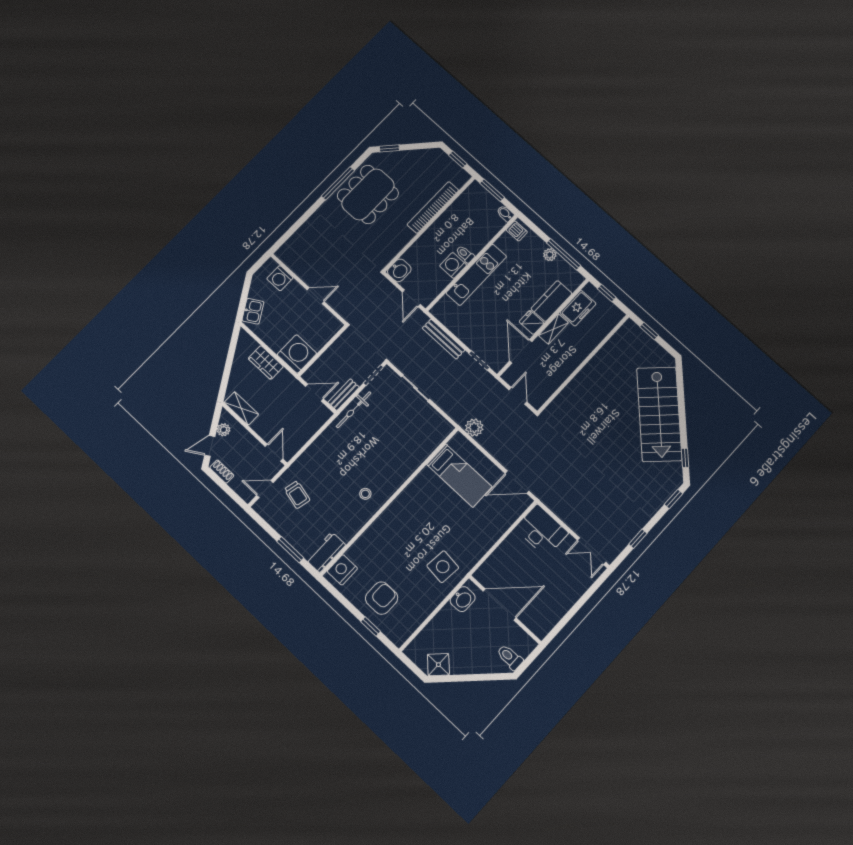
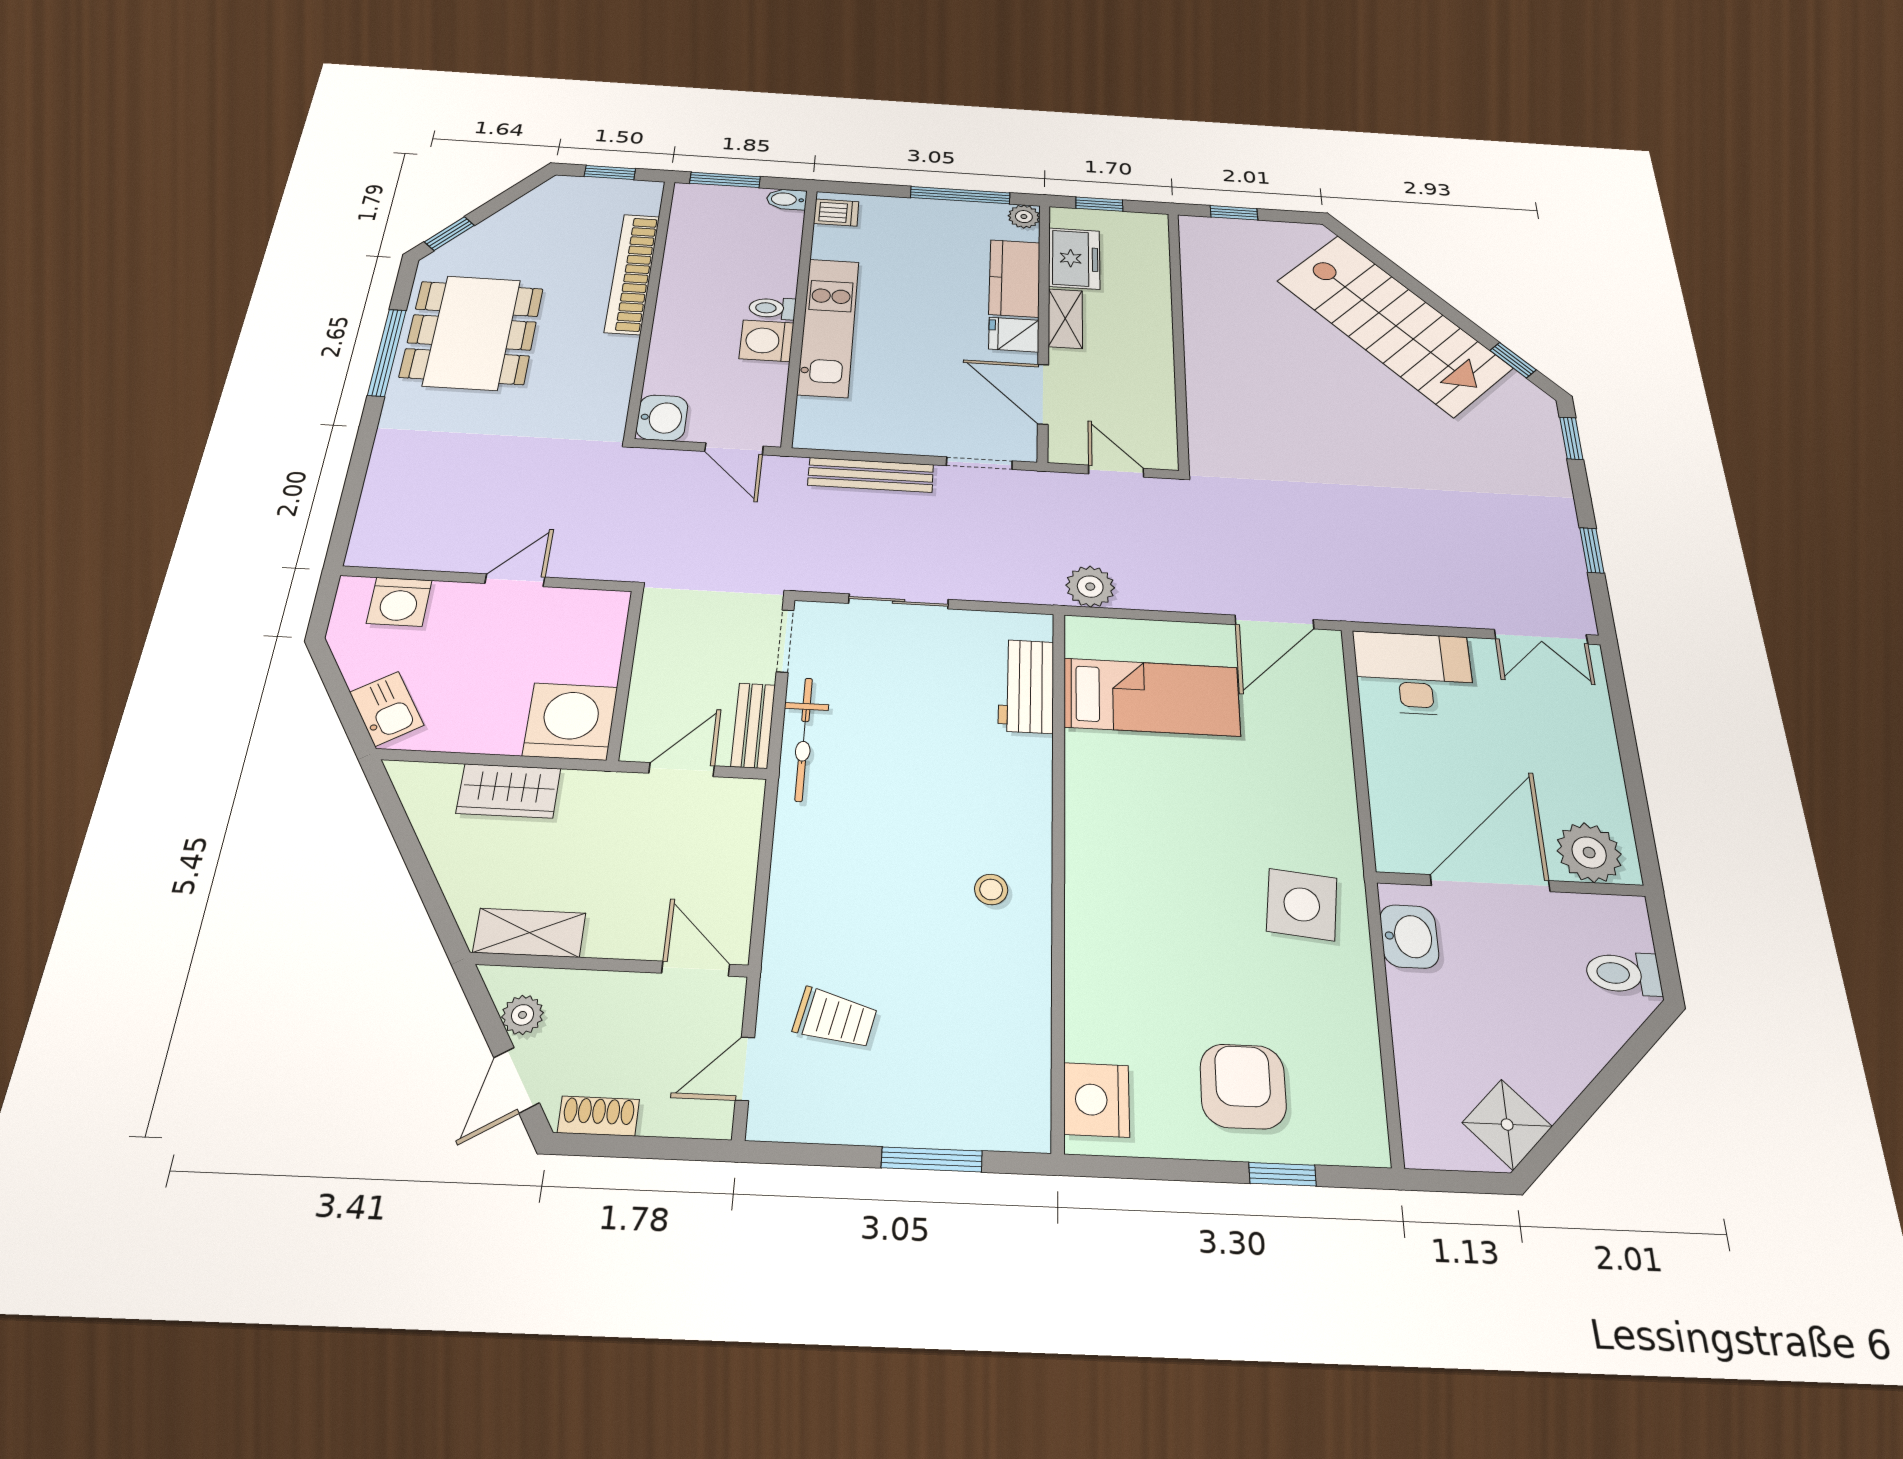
plant: (550, 255) -> (1024, 217), moved
workbench: (326, 552) -> (1026, 686), moved
plant: (536, 620) -> (1589, 853), added

